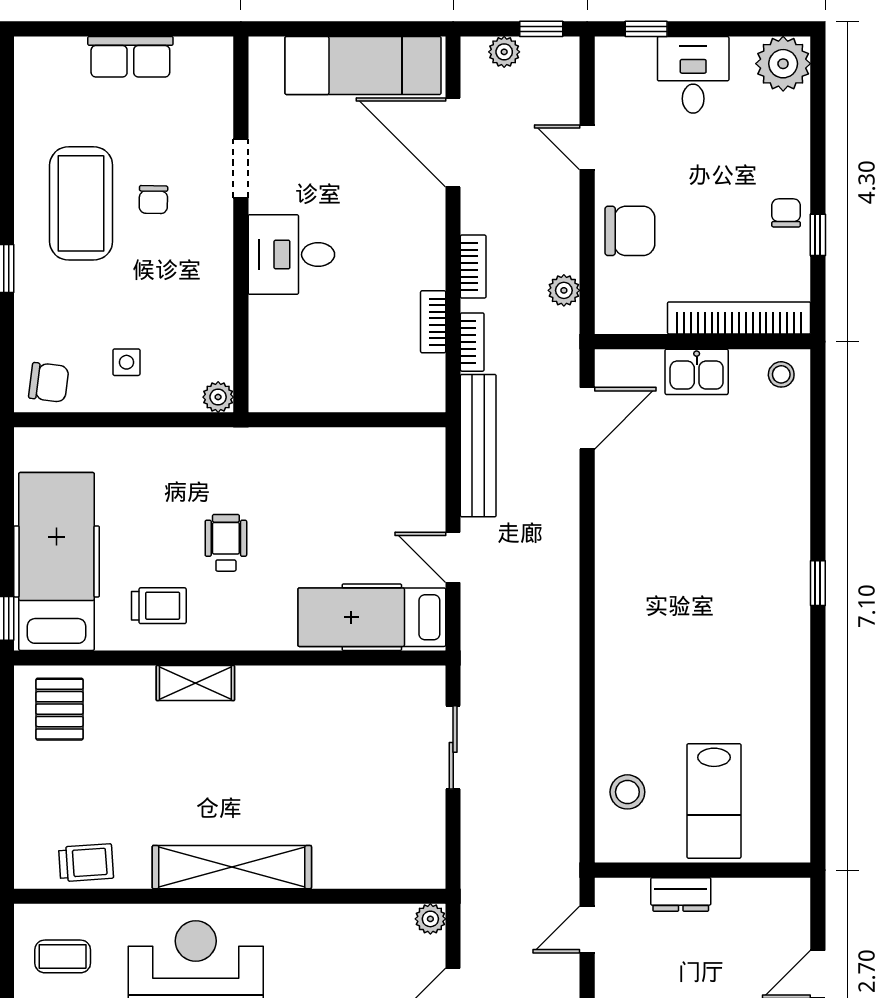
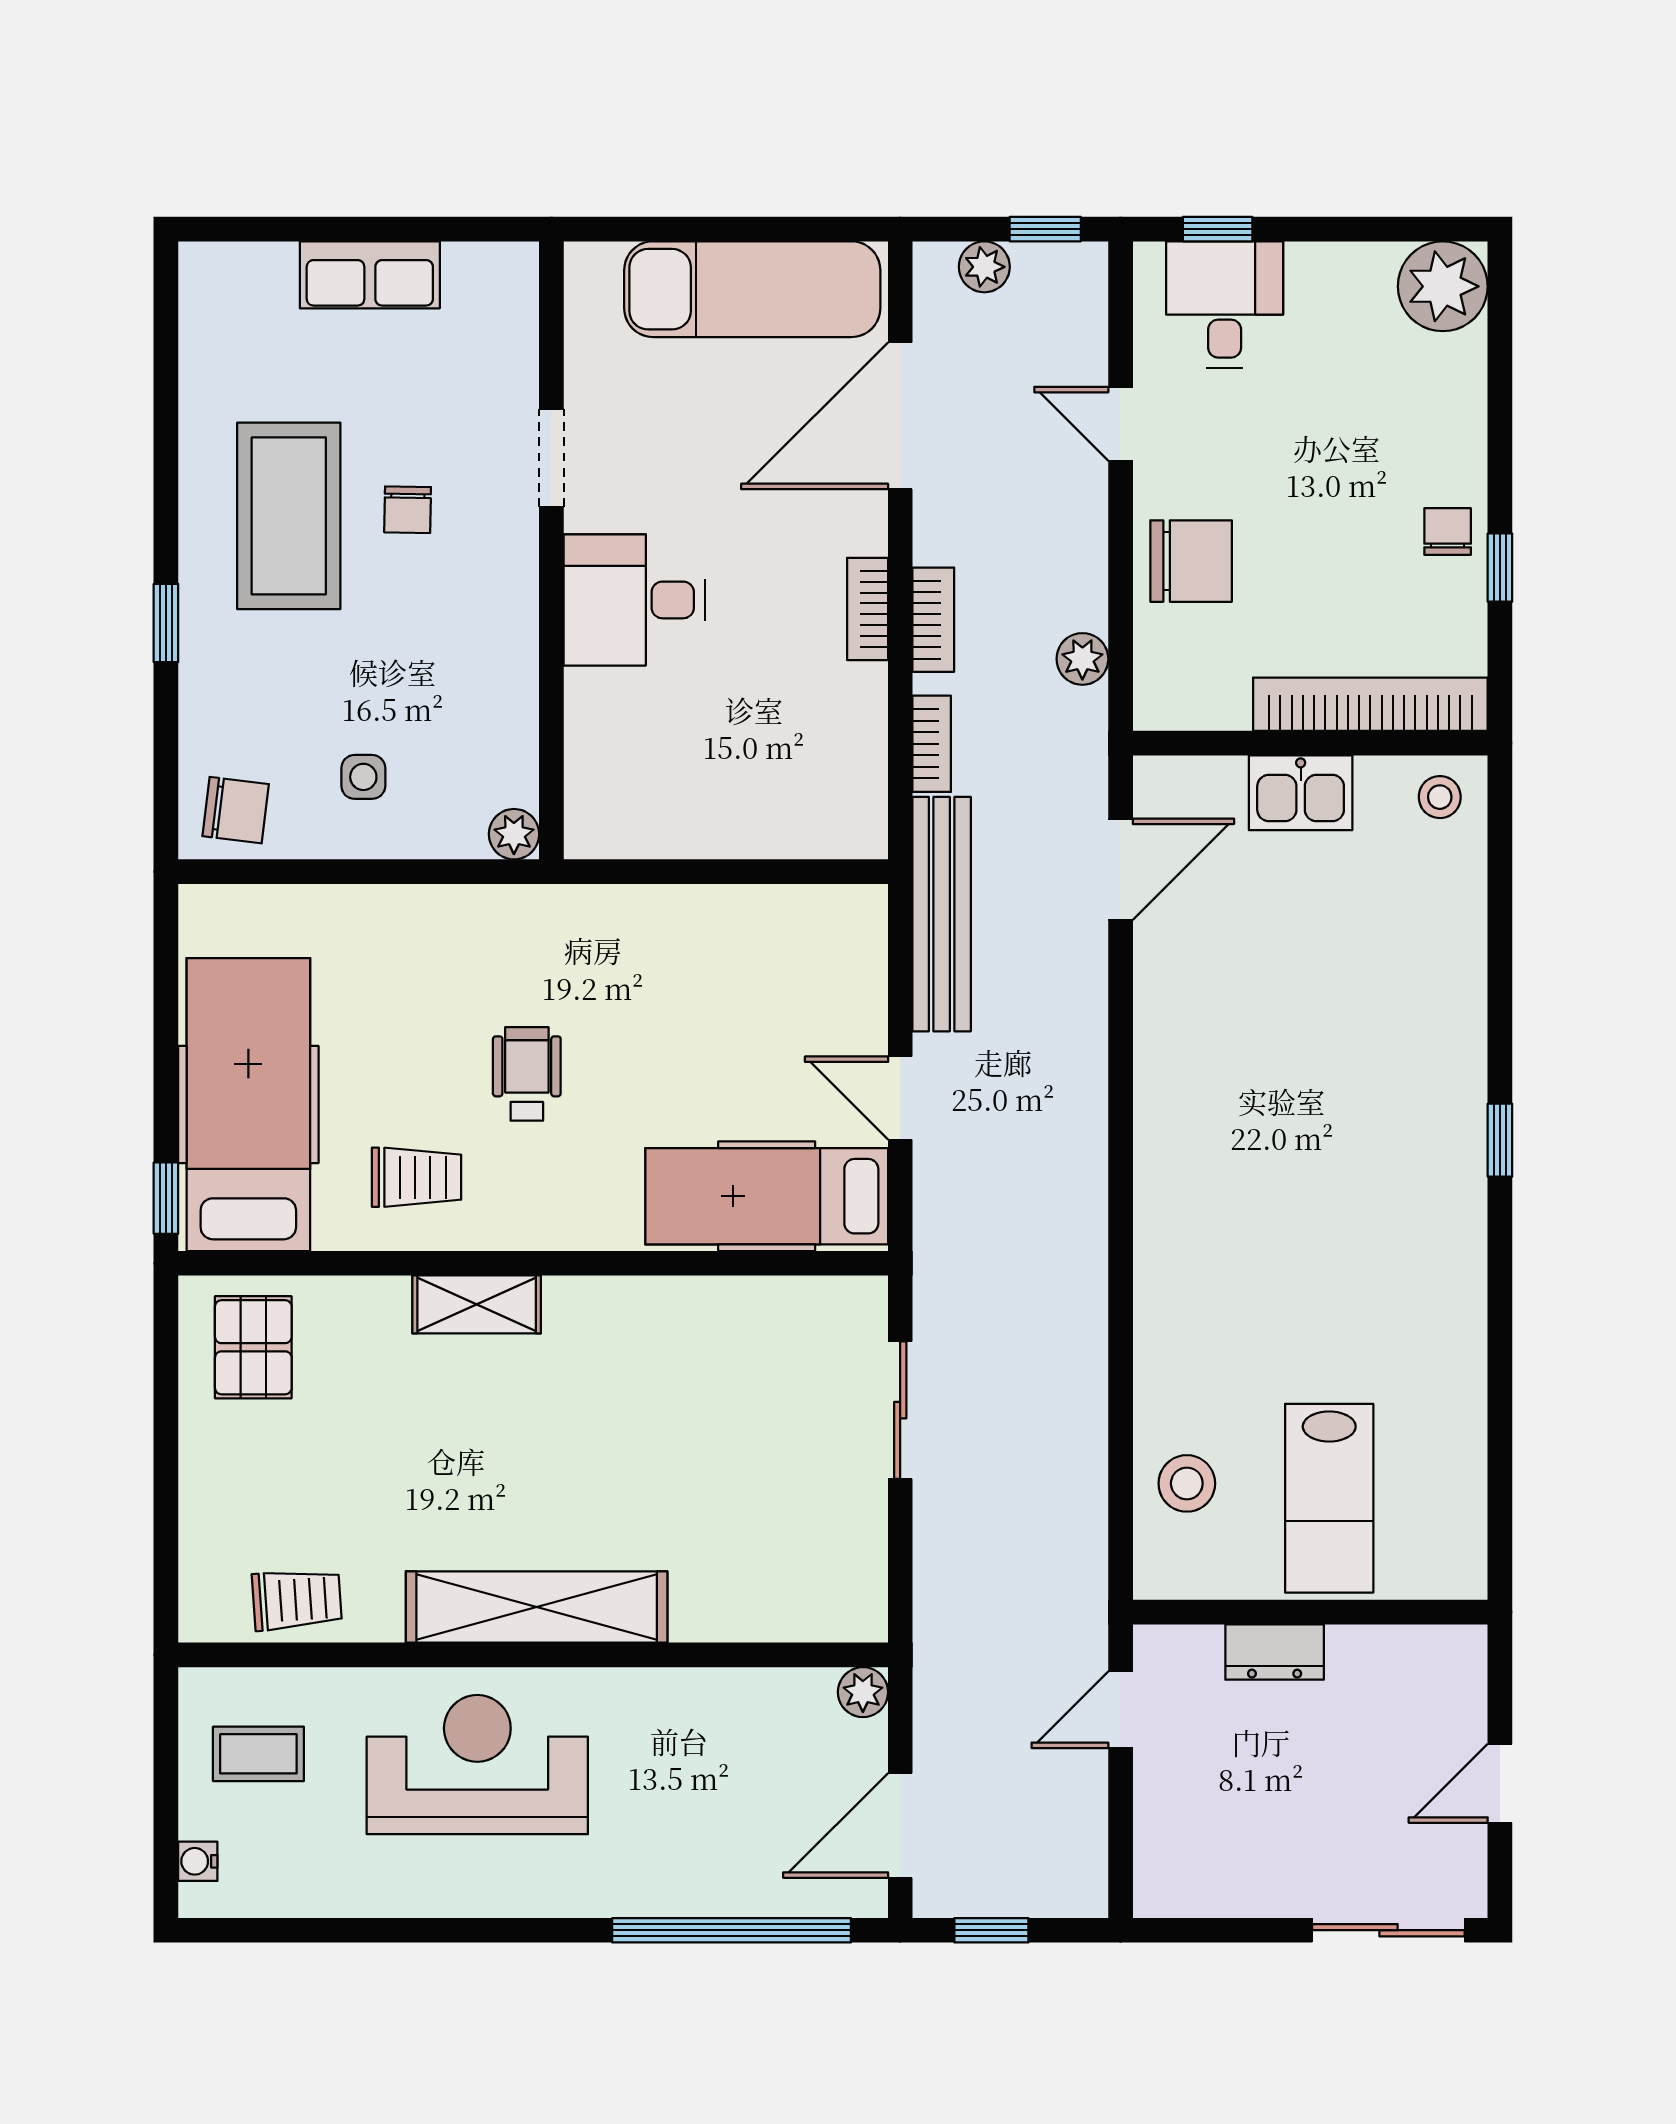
desk: (693, 75) -> (1225, 305), moved
door: (453, 142) -> (900, 416), hinge flipped
bookcase: (433, 322) -> (868, 609), moved

